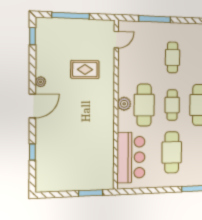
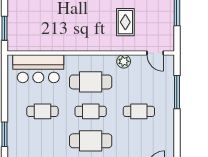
plant: (124, 104) -> (124, 61), moved
cafe table: (172, 152) -> (42, 111), width x0.73, depth x0.74

